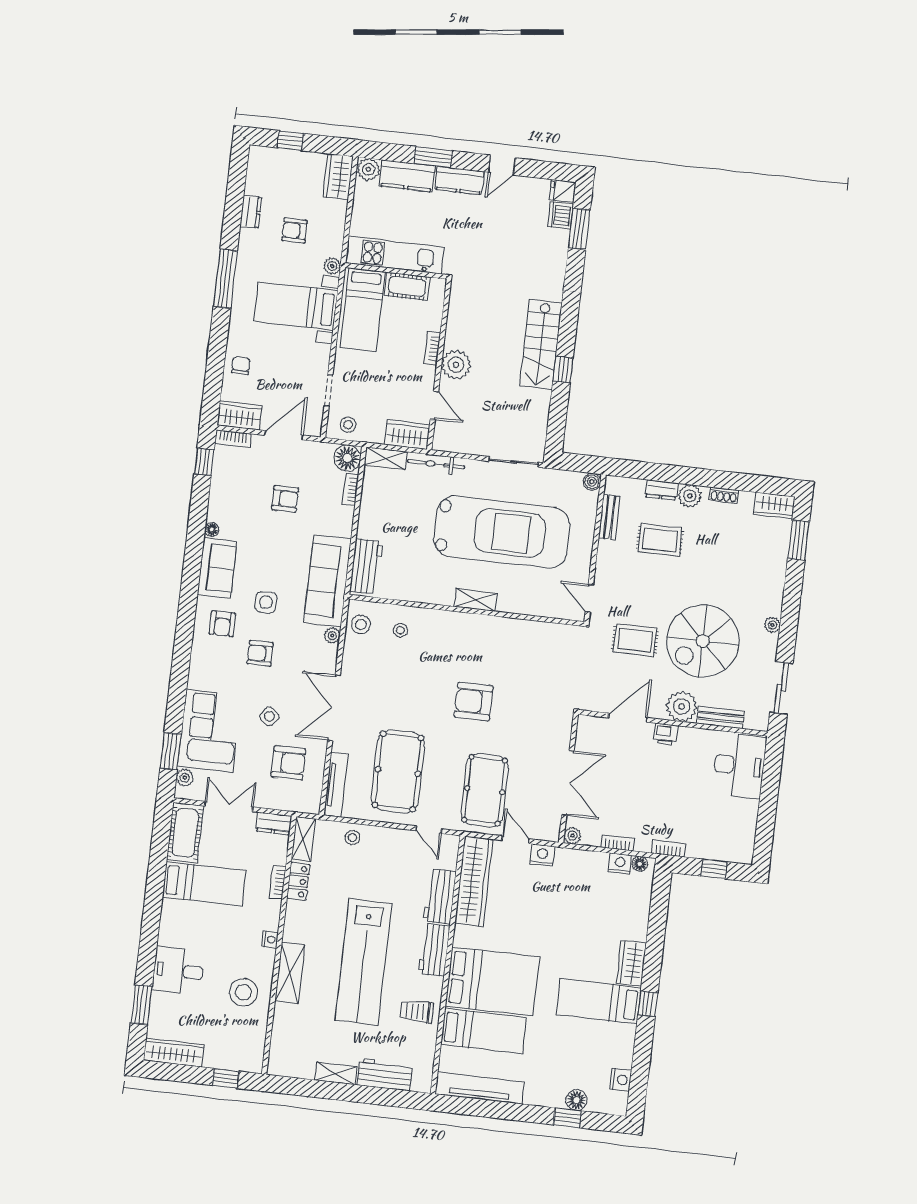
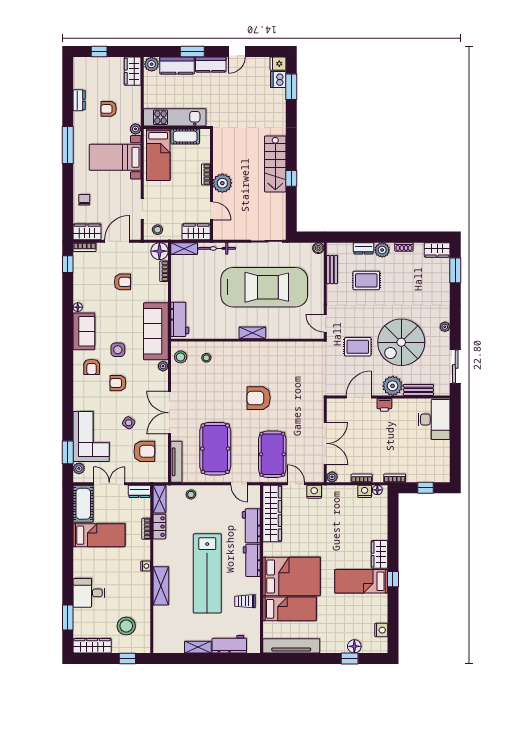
stool: (243, 992) -> (126, 626), moved

